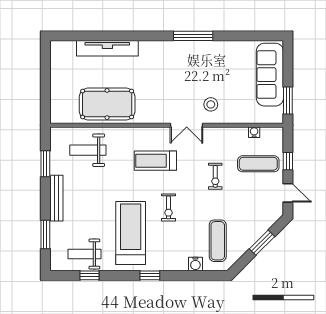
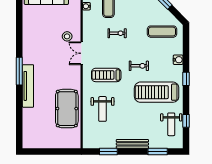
window: (193, 36) -> (19, 71), moved
tv unit: (107, 48) -> (28, 86), moved
double door: (187, 125) -> (82, 53), swing flipped
weight bench: (88, 150) -> (103, 109), moved
treadmill: (155, 161) -> (106, 75), turned 90
water cooler: (195, 264) -> (178, 60), moved

